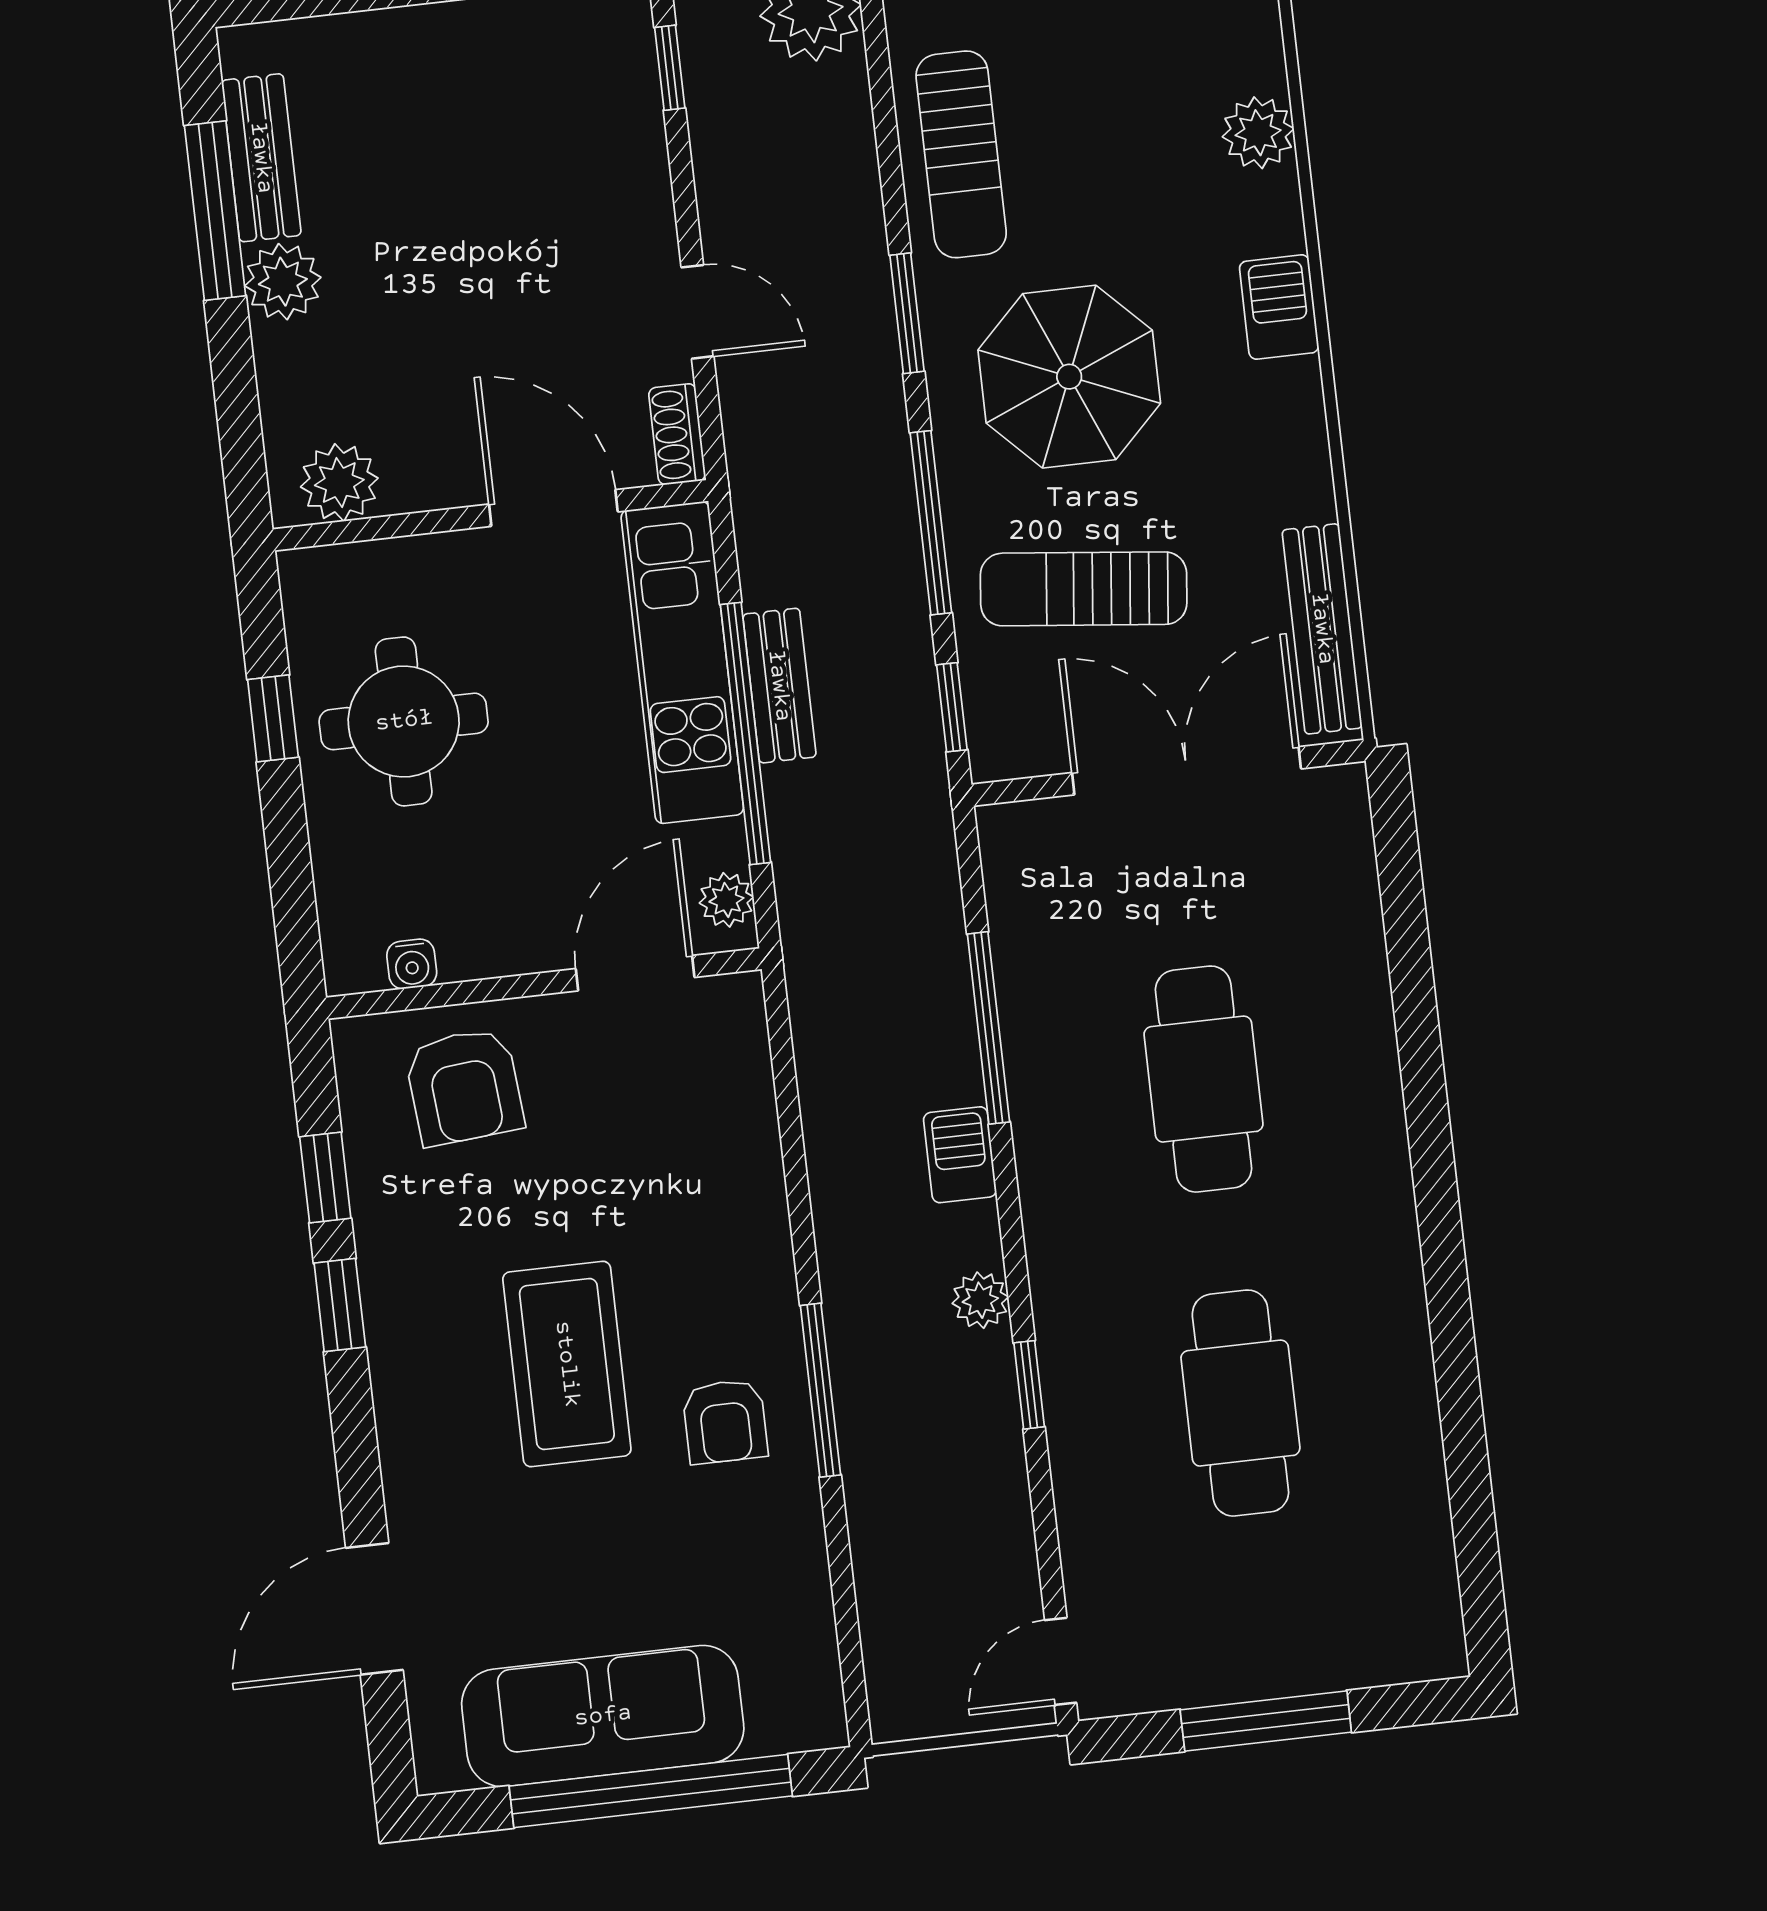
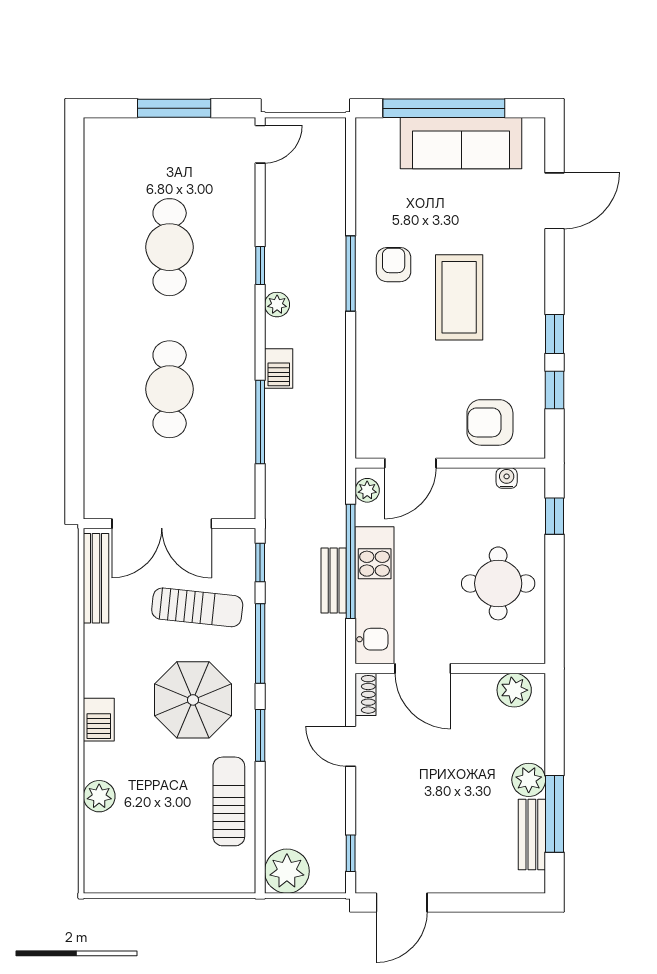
window: (273, 718) -> (555, 516), moved
armchair: (464, 1087) -> (490, 422), turned -85

